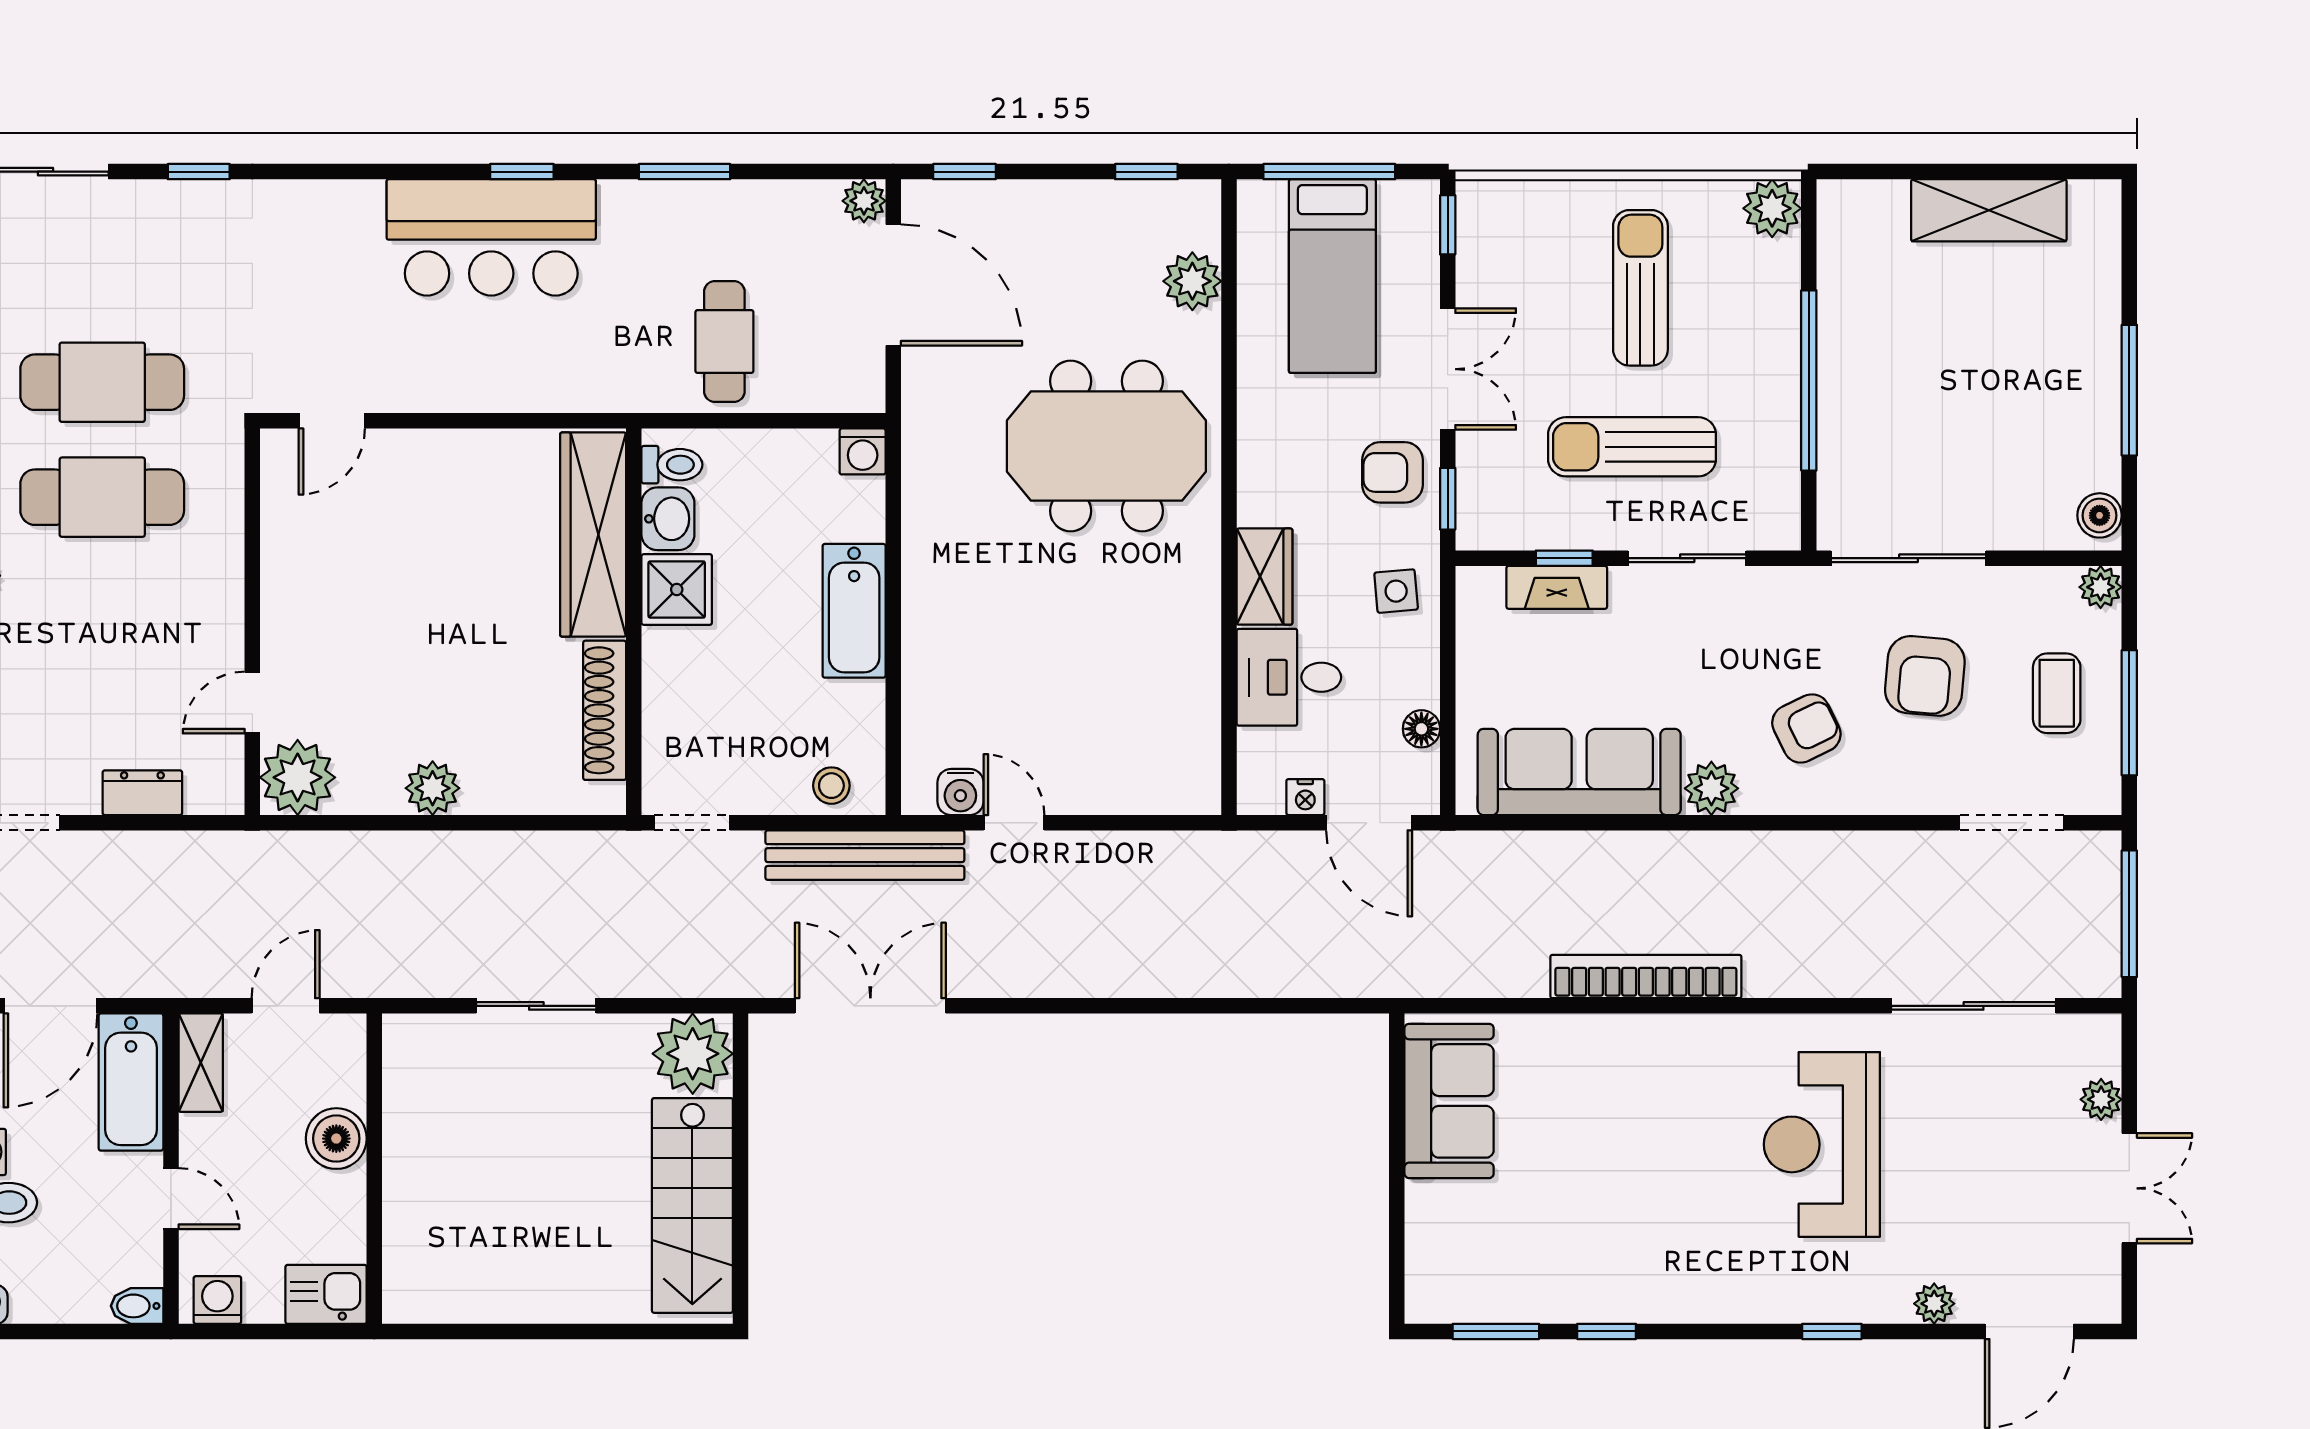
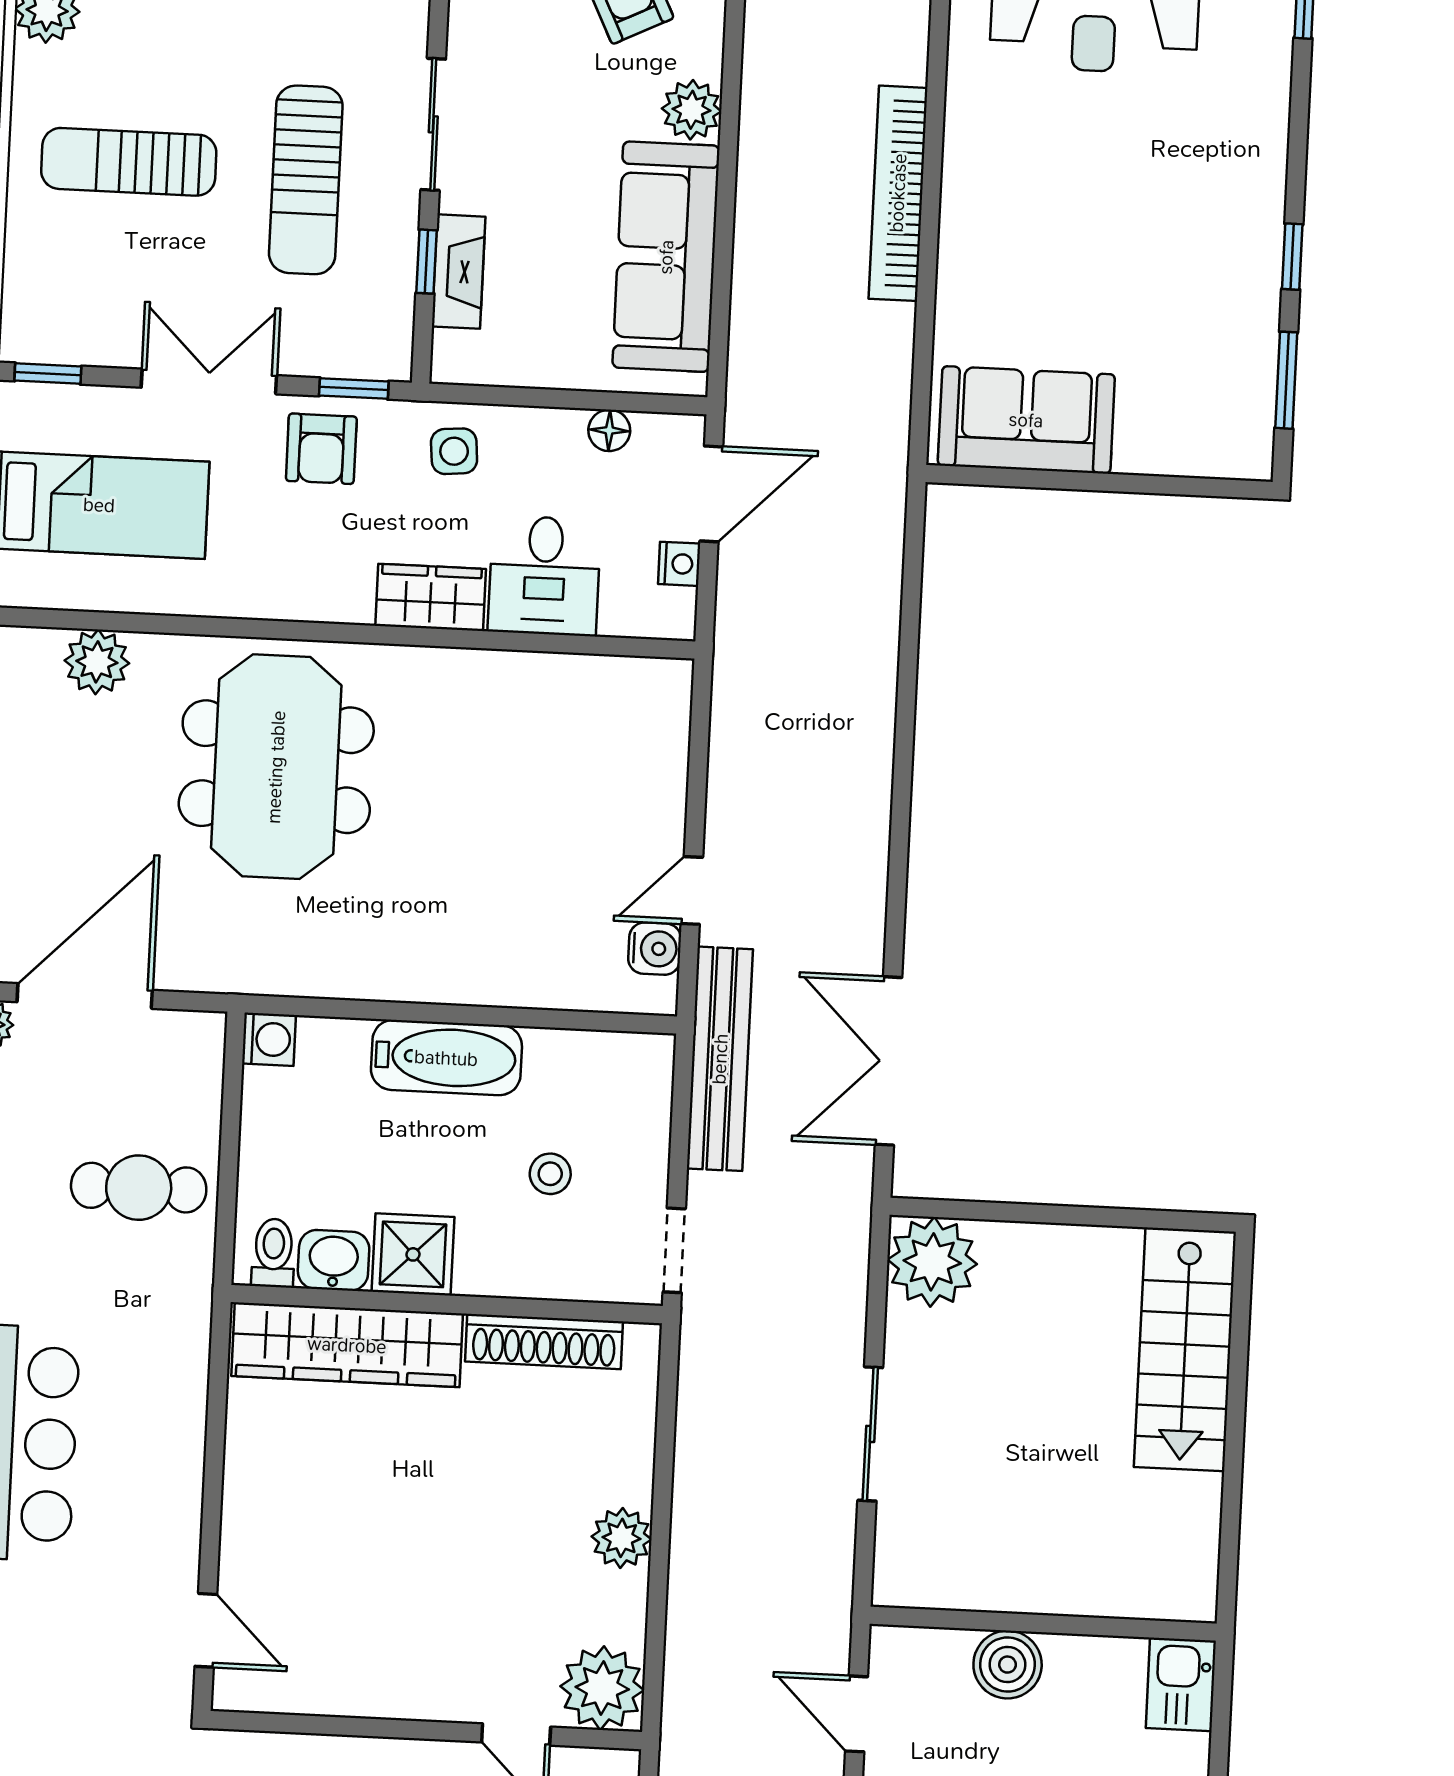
stool: (831, 786) -> (550, 1174), moved
stairs: (692, 1205) -> (1185, 1349), moved, turned 90

